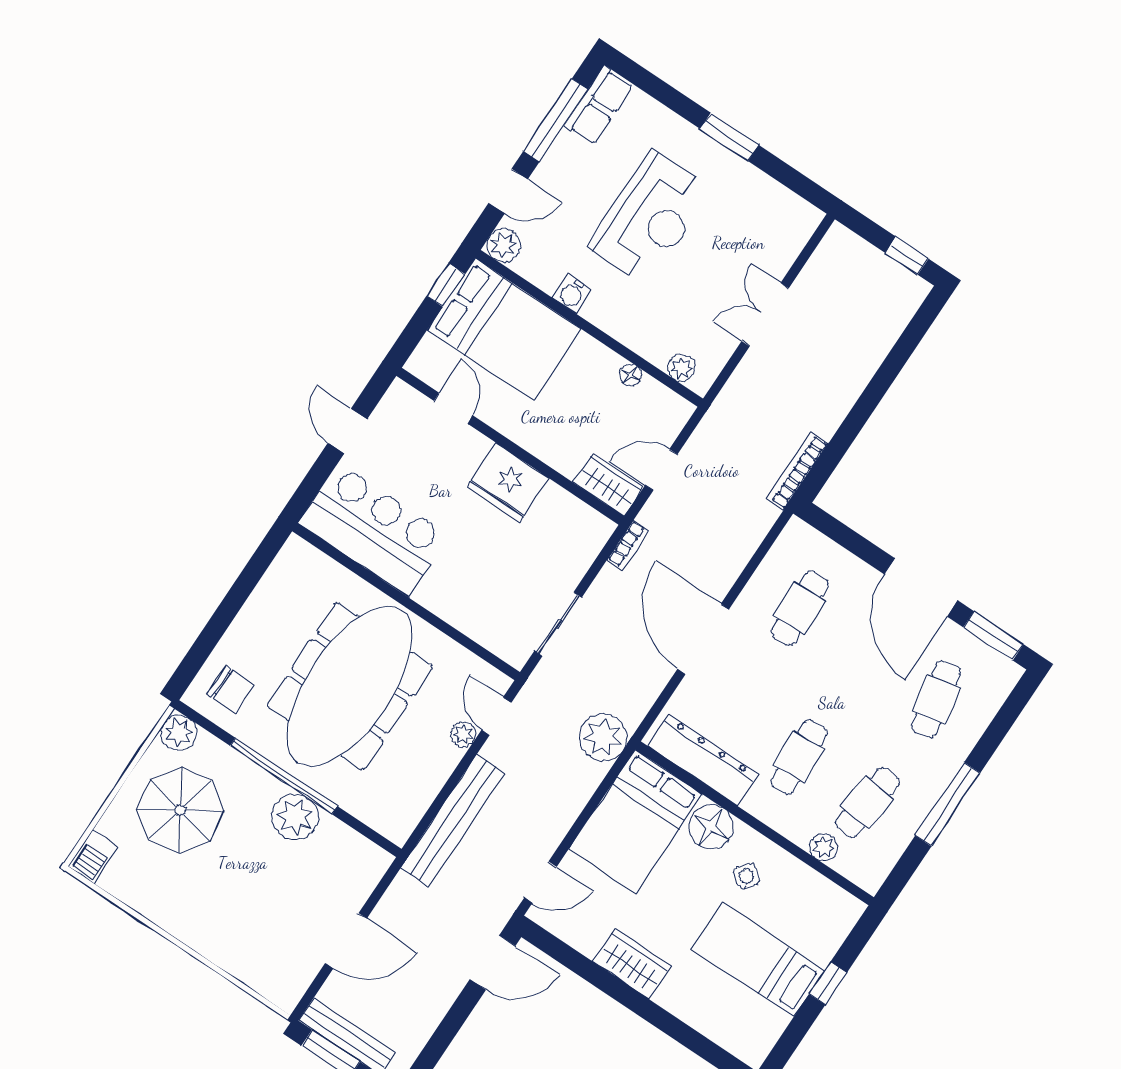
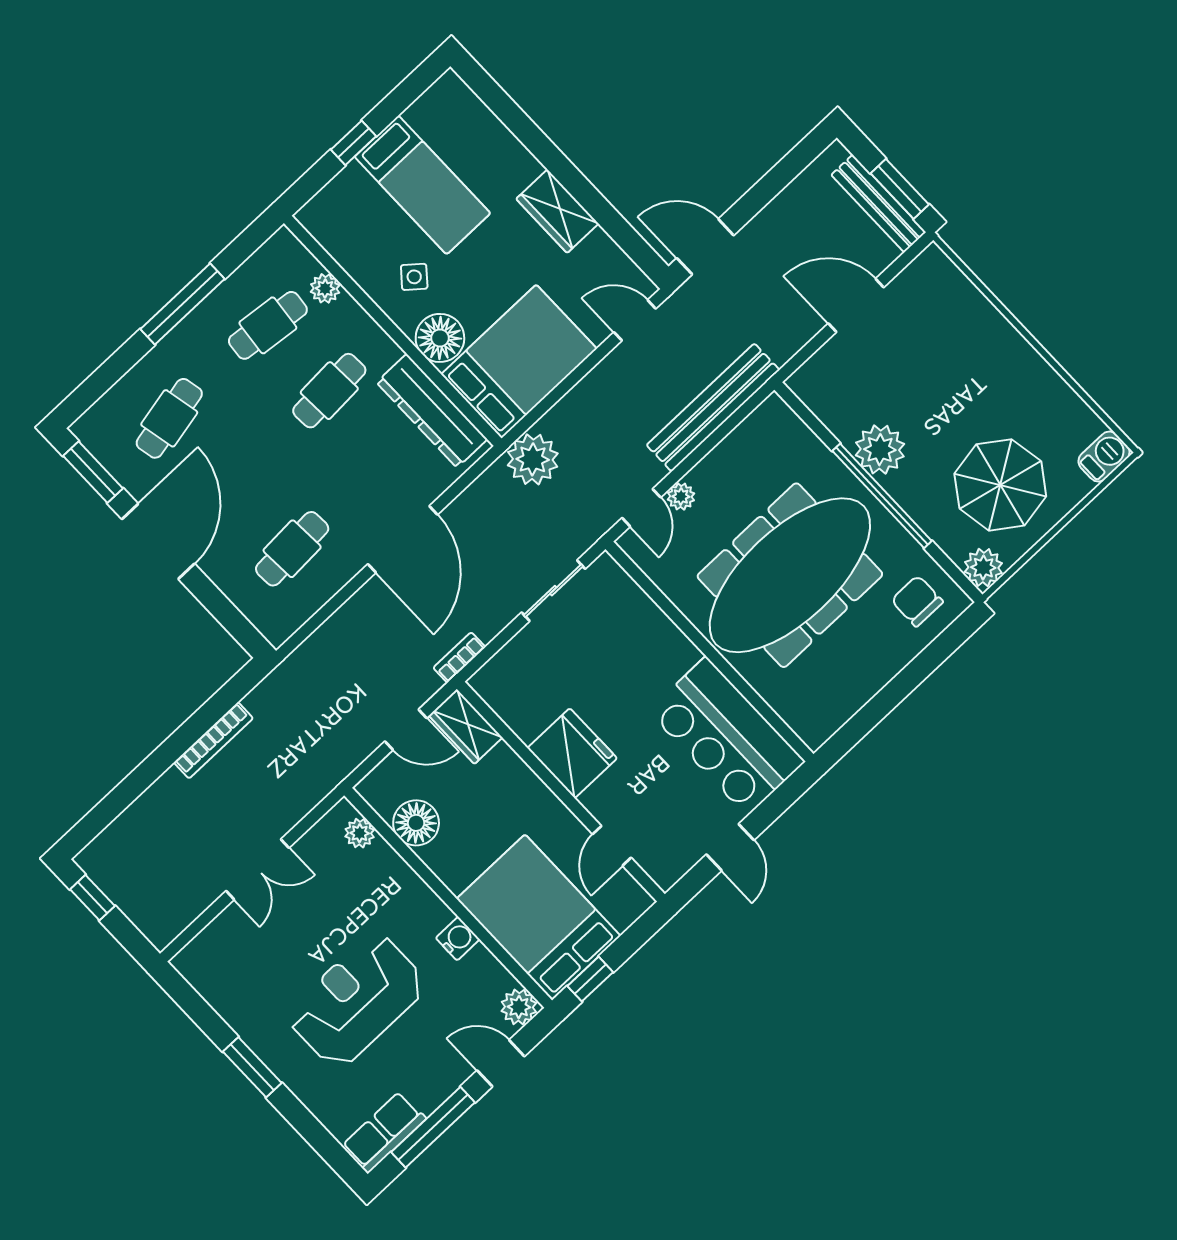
floor lamp: (630, 375) -> (416, 823), width x1.89, depth x1.89
bookcase: (797, 471) -> (213, 740), moved

